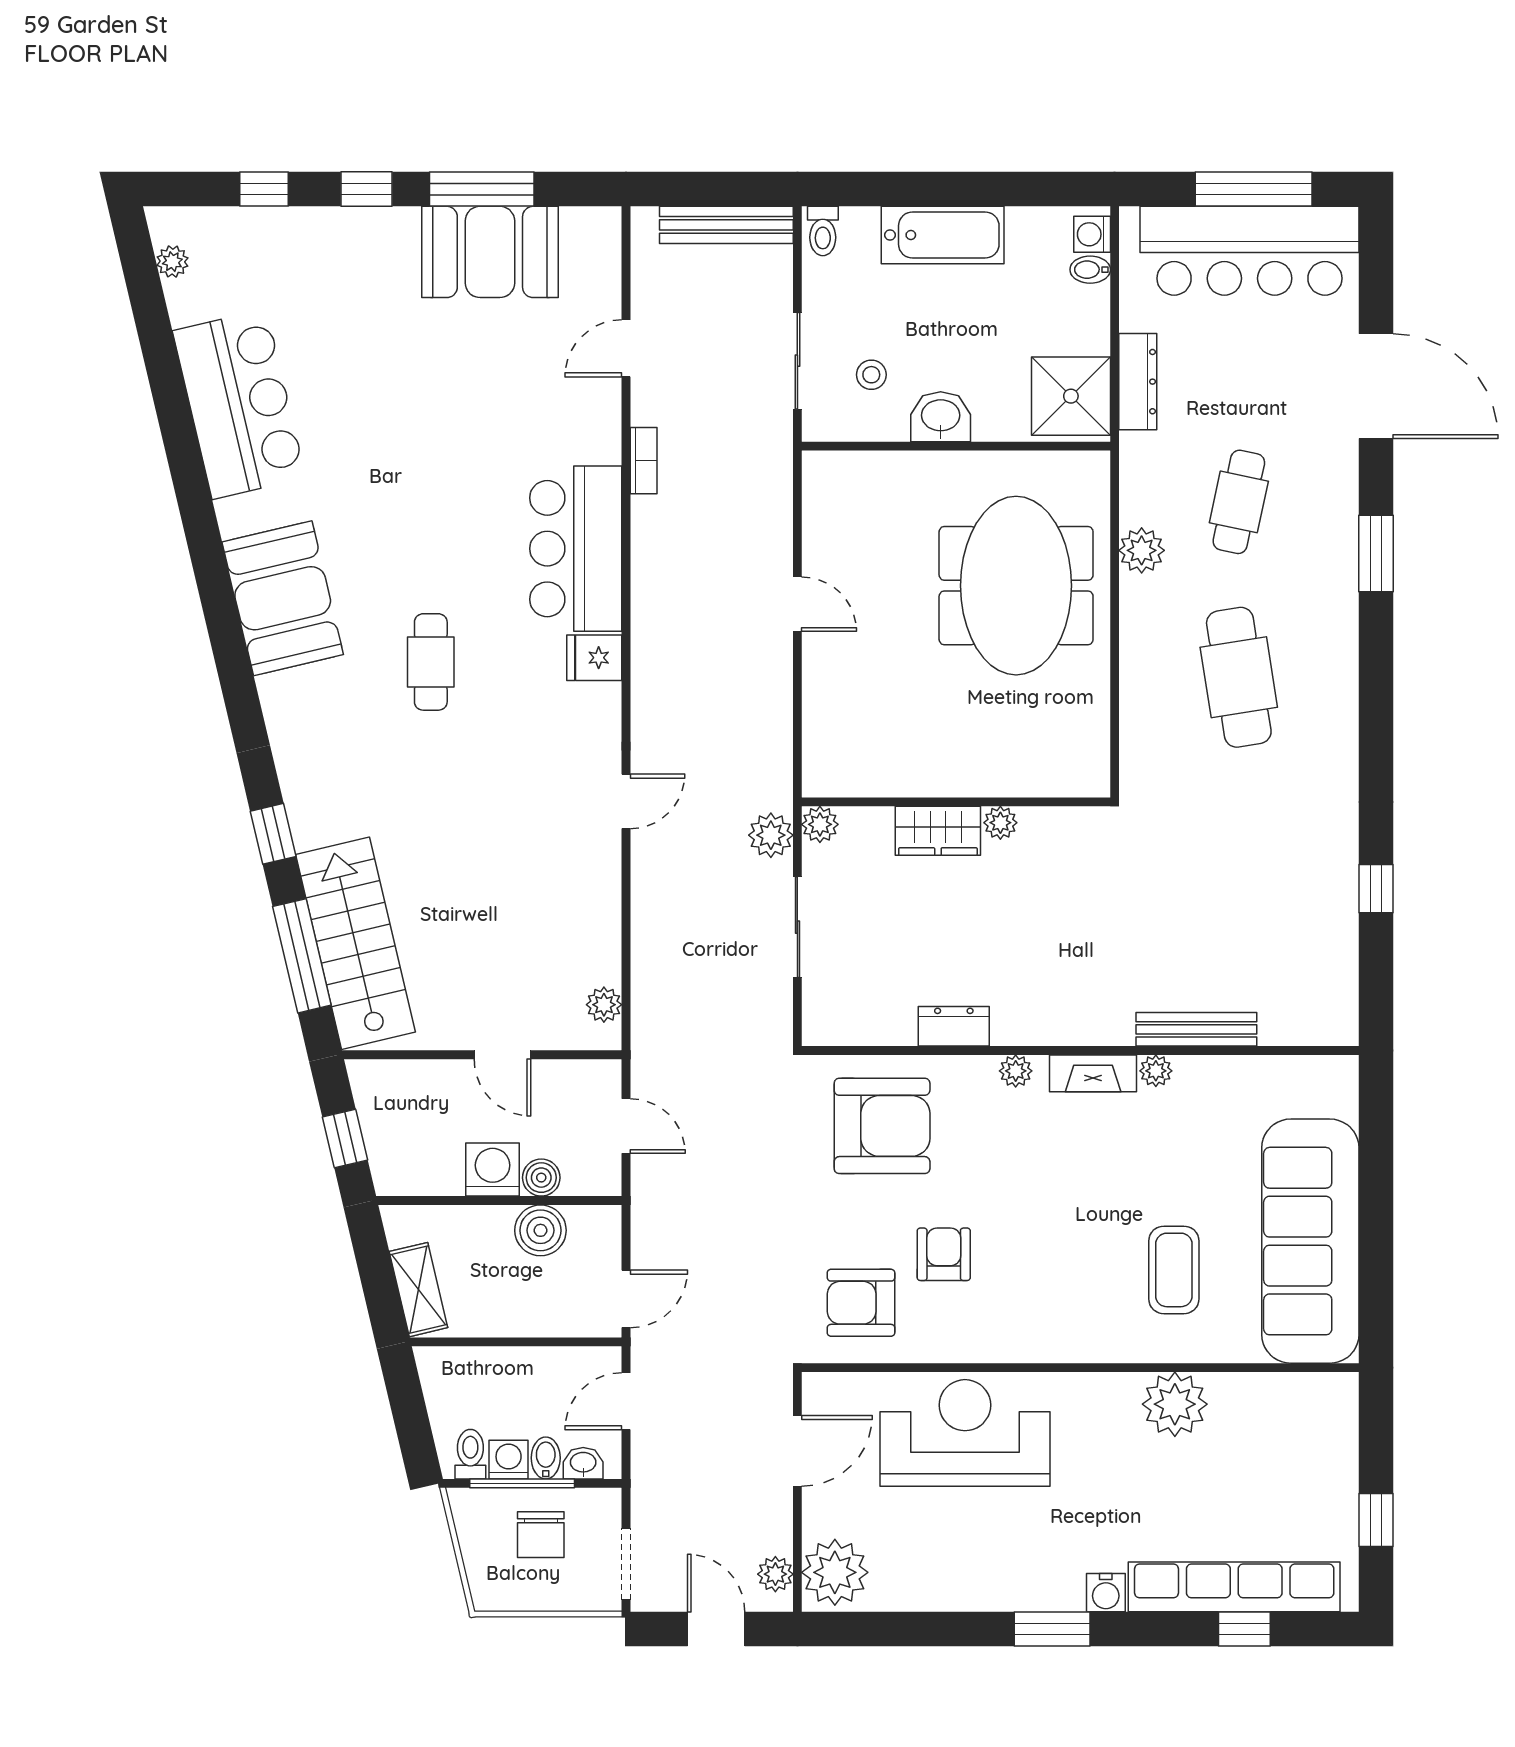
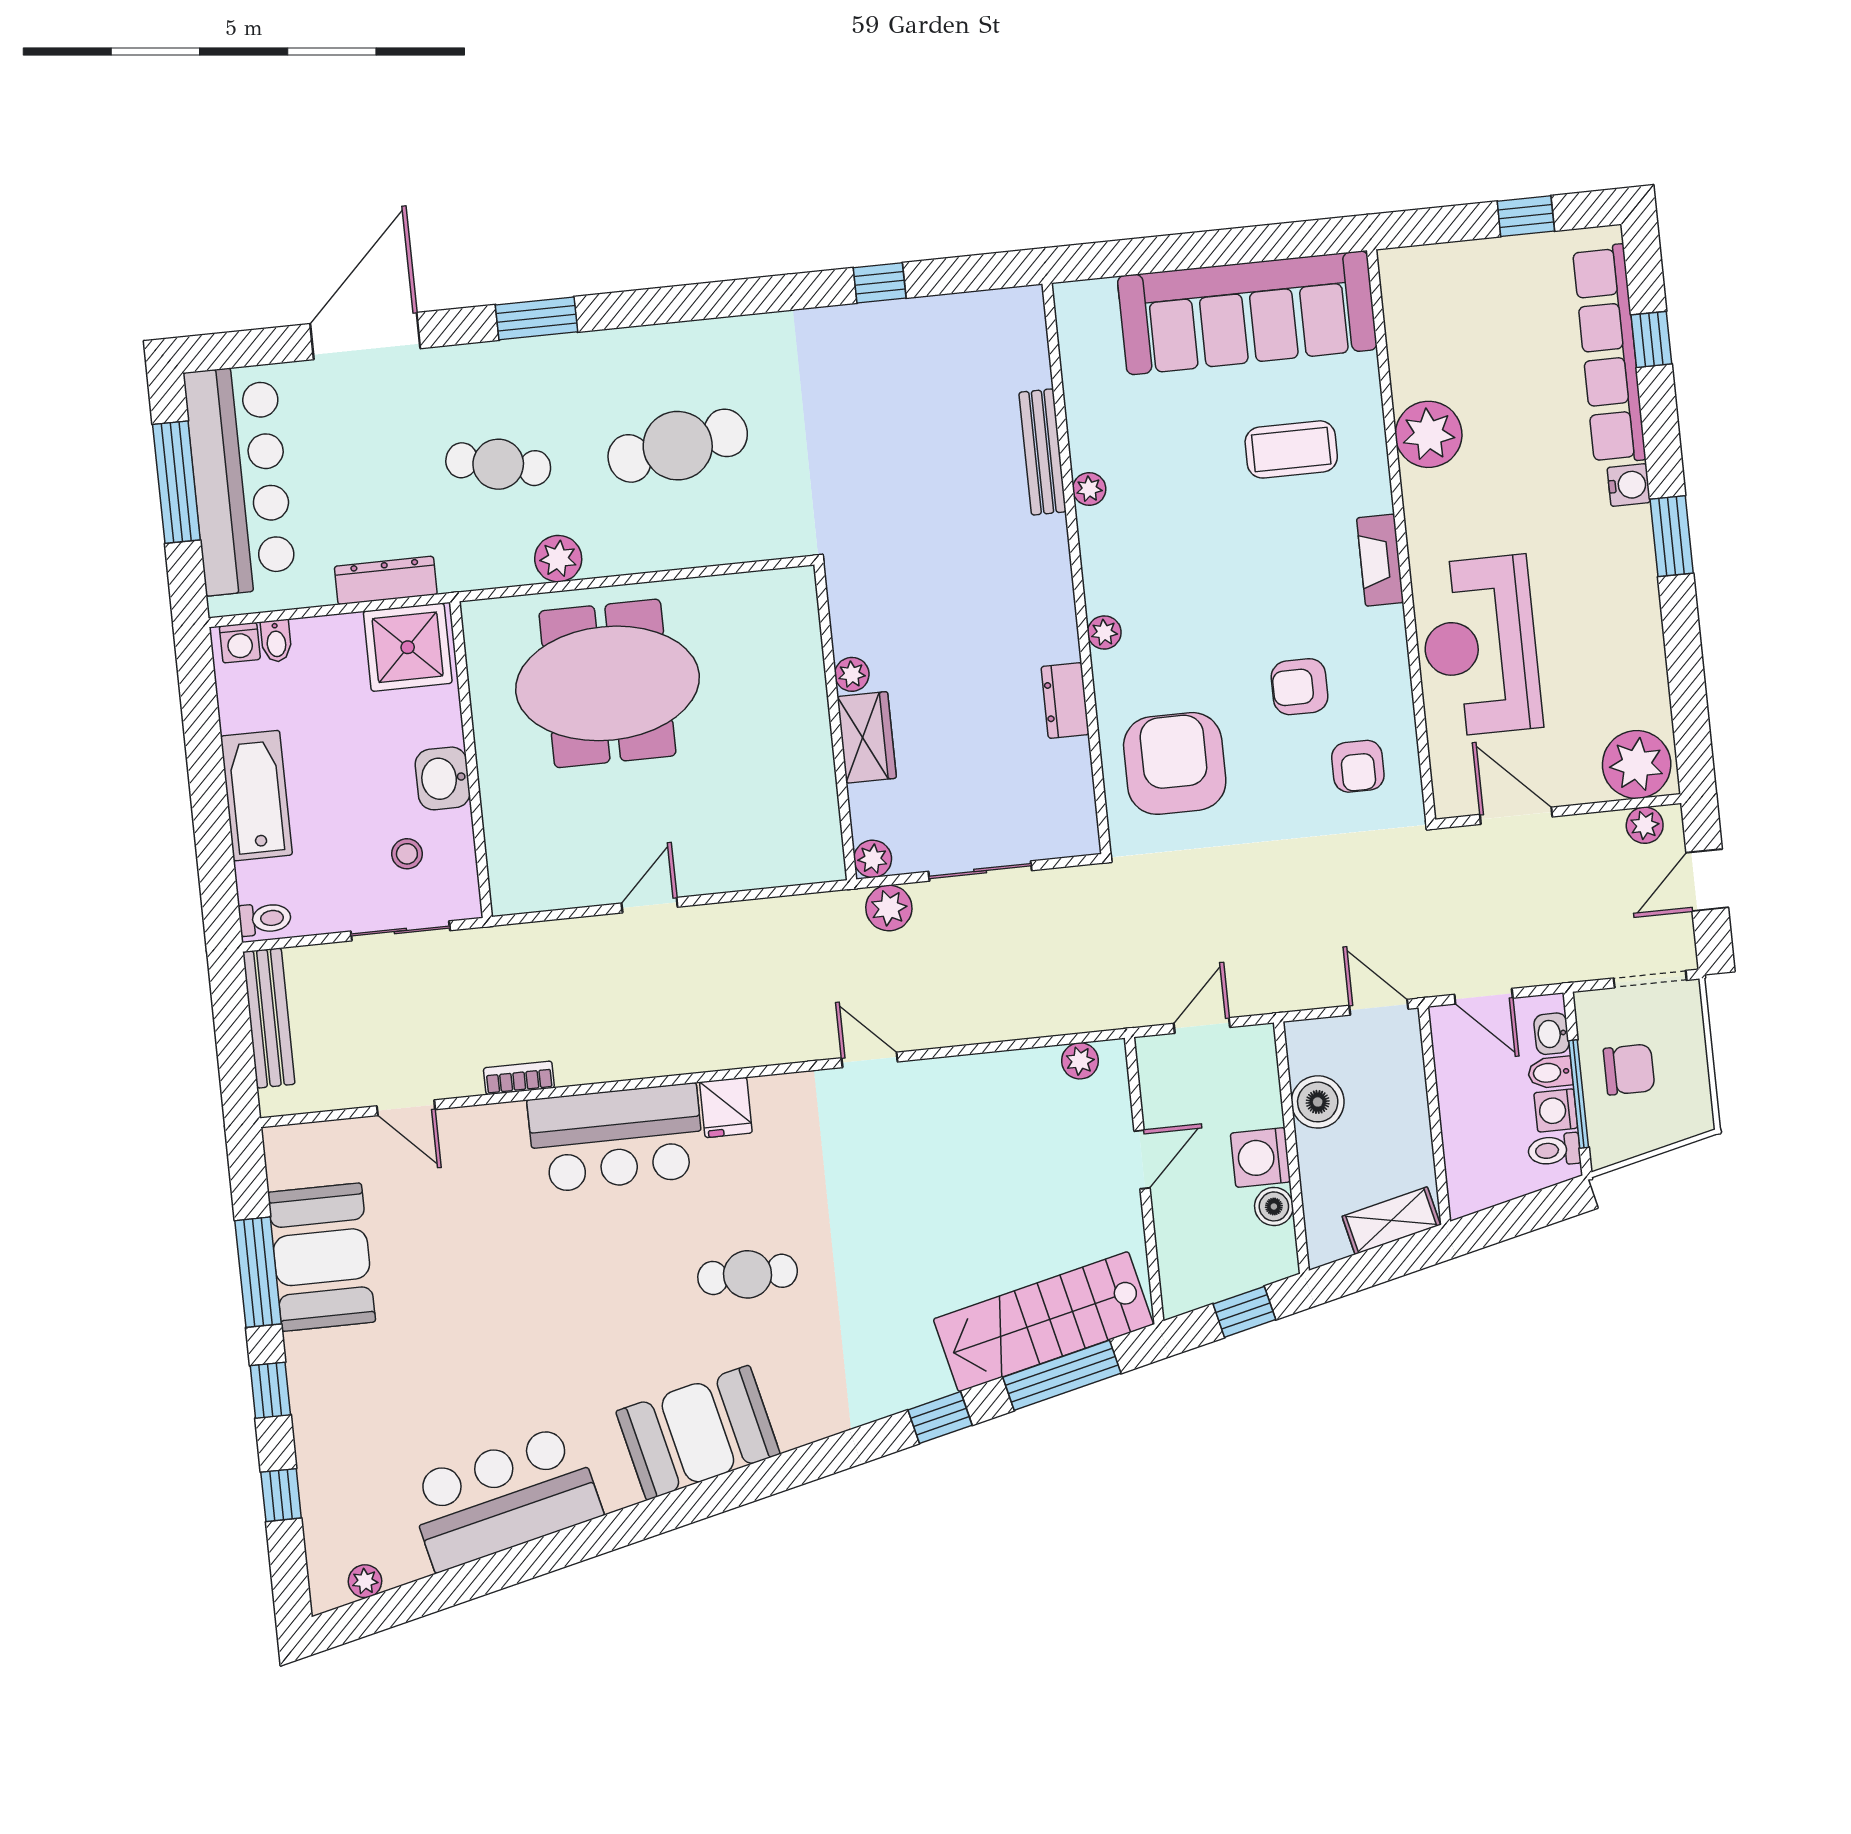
fireplace: (1093, 1073) -> (1380, 560), moved, turned 180
boiler: (541, 1178) -> (1274, 1206), moved
armchair: (861, 1303) -> (1358, 766), width x0.72, depth x0.72

